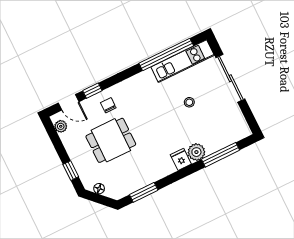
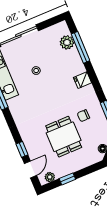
chair: (108, 105) -> (83, 116), moved
plant: (196, 152) -> (67, 42), moved
window: (71, 171) -> (67, 179), moved

